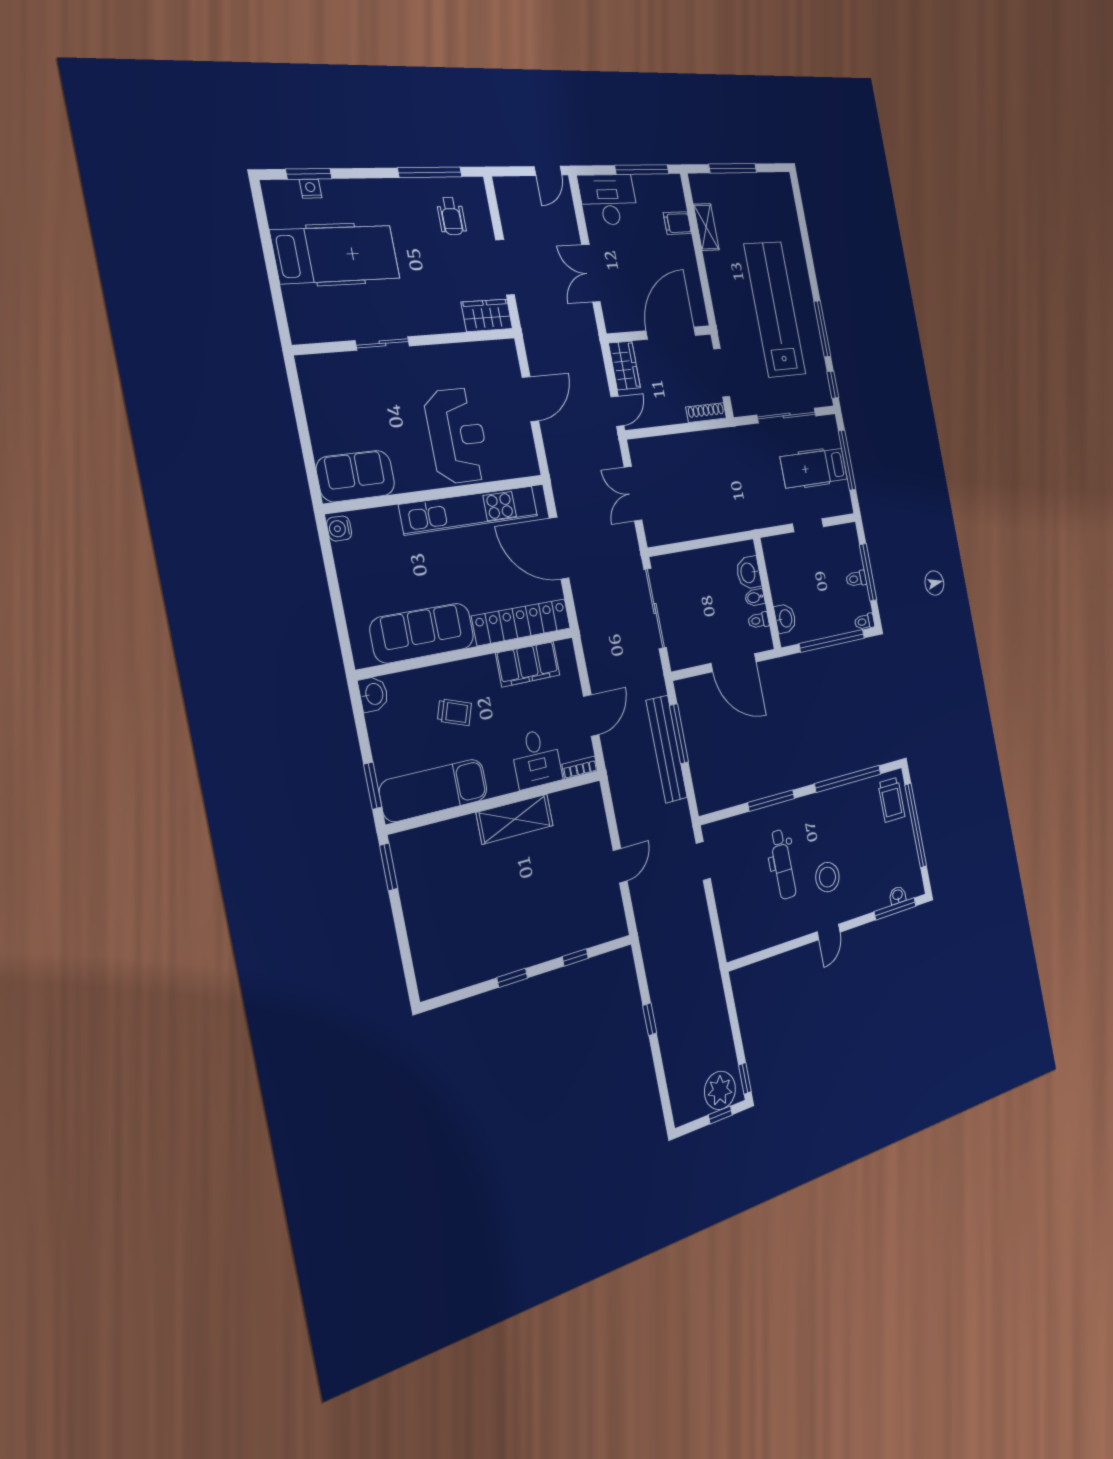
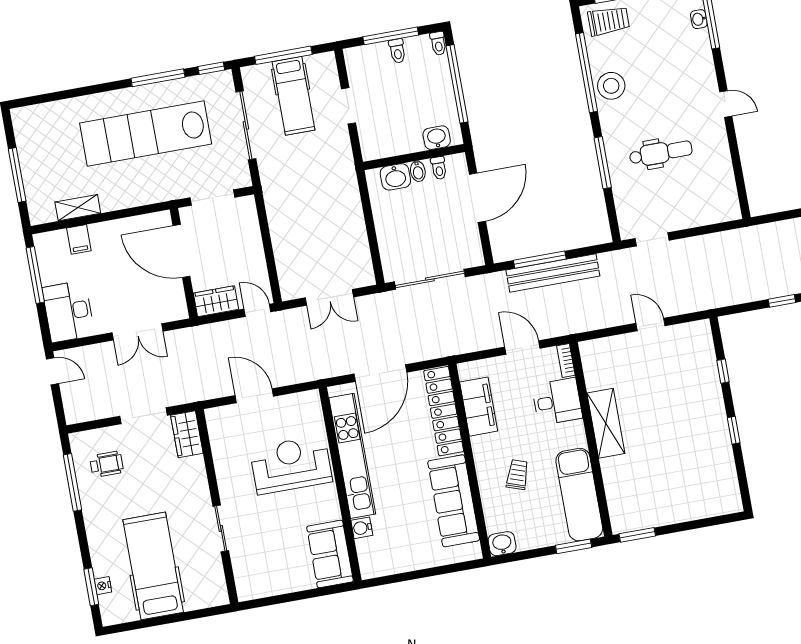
shoe rack: (706, 413) -> (251, 216), removed
water cooler: (339, 529) -> (362, 528), moved, turned 90
stool: (827, 877) -> (611, 86), moved

